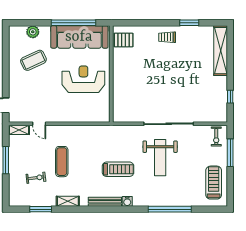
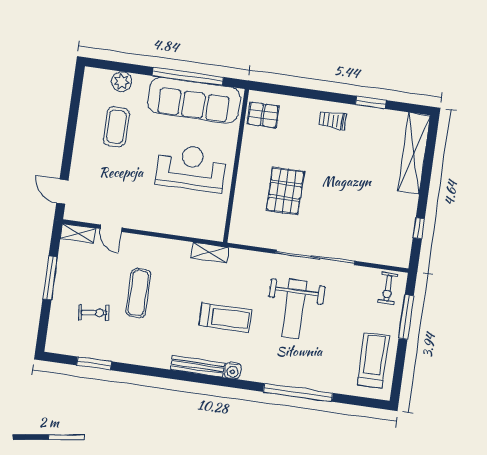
coffee table: (33, 60) -> (116, 127), turned -65
pallet: (144, 85) -> (285, 191), added
shelving: (68, 201) -> (210, 253), moved

